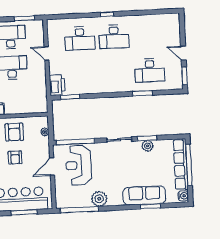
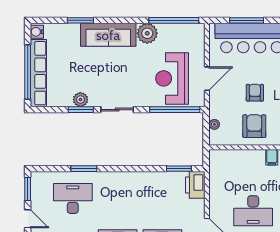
reception desk: (79, 165) -> (172, 78), turned 180
sofa: (144, 195) -> (108, 35), moved

